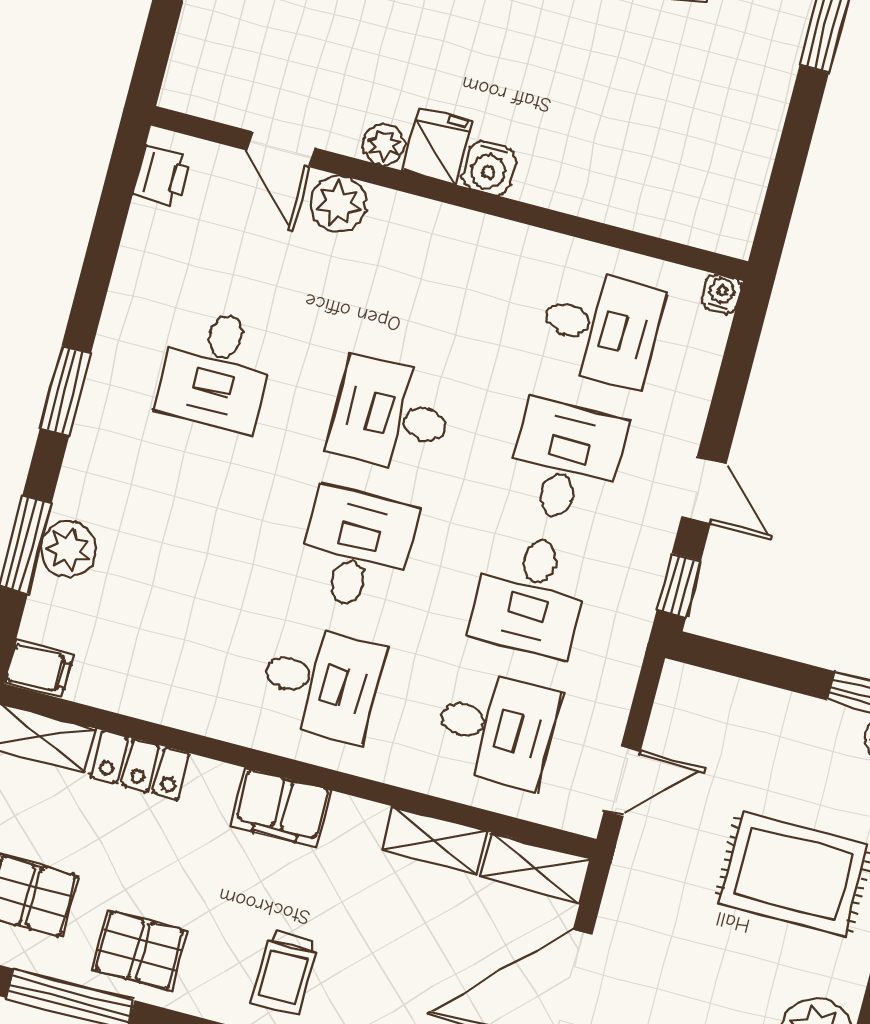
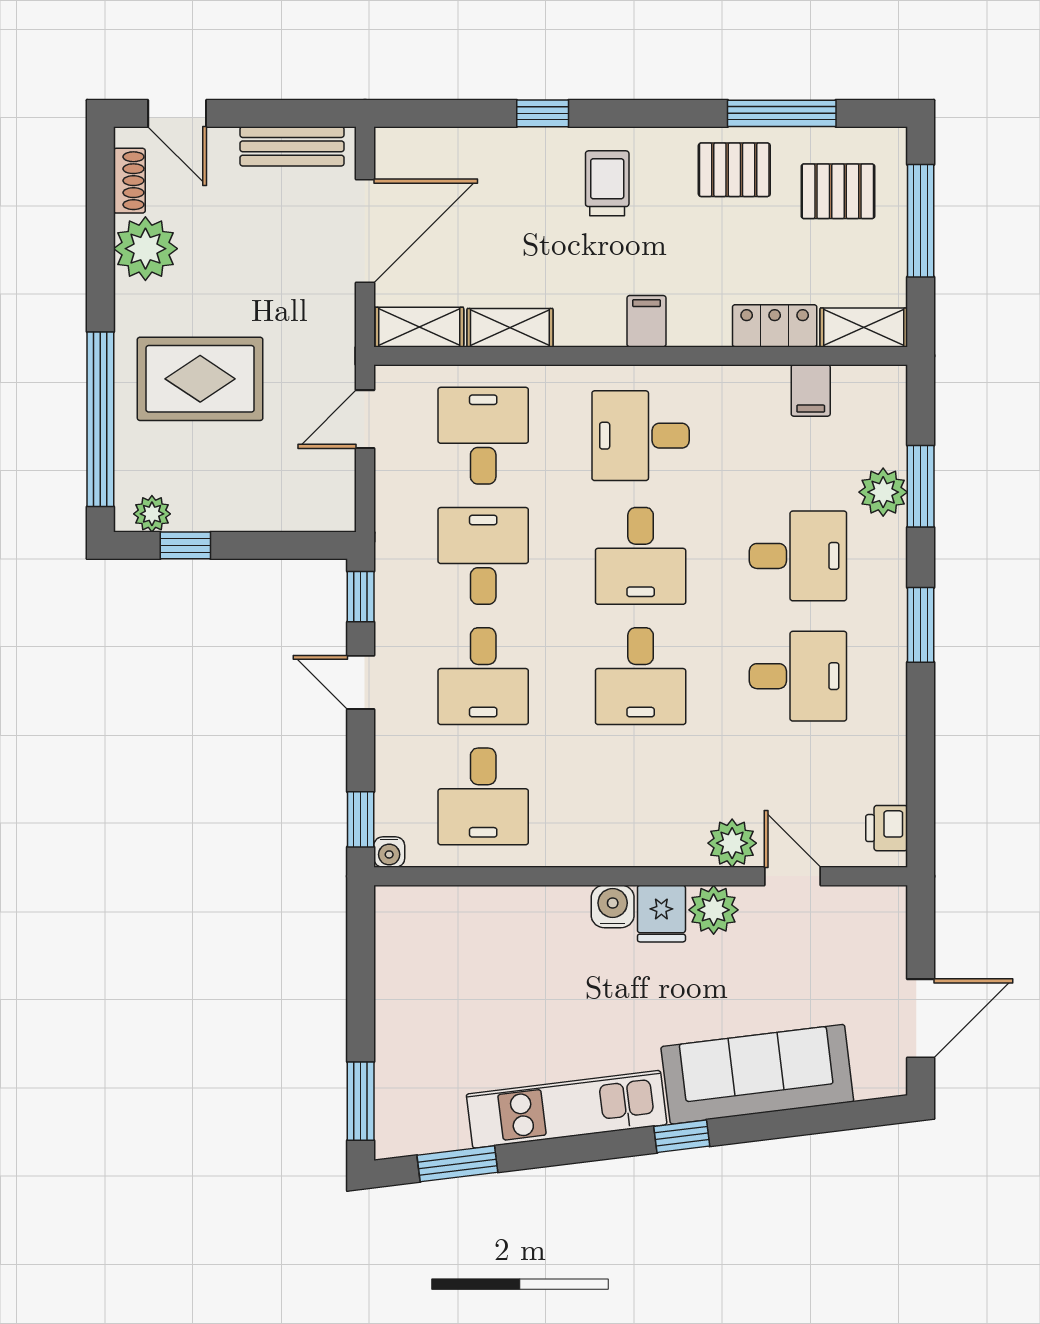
plant: (384, 144) -> (714, 910), width x1.38, depth x1.38
desk: (601, 328) -> (483, 796), turned -90
window: (744, 338) -> (361, 819), added
desk: (216, 370) -> (798, 676), turned 90
desk: (391, 416) -> (641, 676), turned 90
desk: (181, 503) -> (798, 556), added
filing cabinet: (39, 669) -> (811, 391), moved, turned -90
desk: (496, 728) -> (483, 436), turned 90
filing cabinet: (281, 808) -> (646, 321), width x0.50

